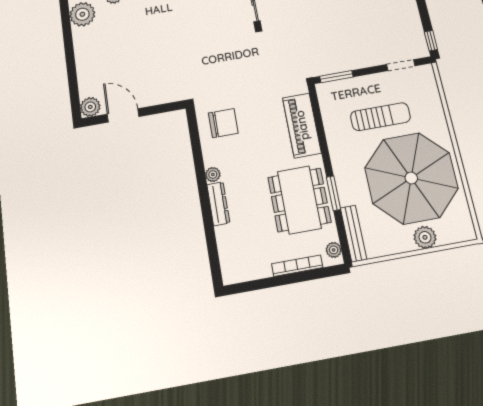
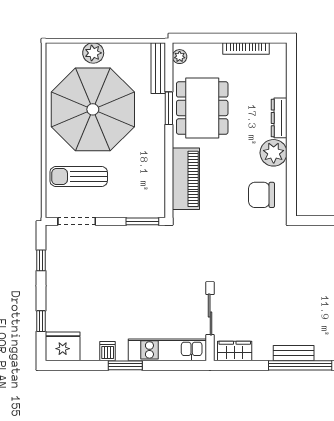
window: (431, 41) -> (41, 260), moved
doorway: (401, 65) -> (77, 221), width x1.38
sun lounger: (380, 117) -> (79, 176), moved
plant: (213, 174) -> (274, 153), width x1.88, depth x1.88
bookcase: (297, 266) -> (246, 48), moved

